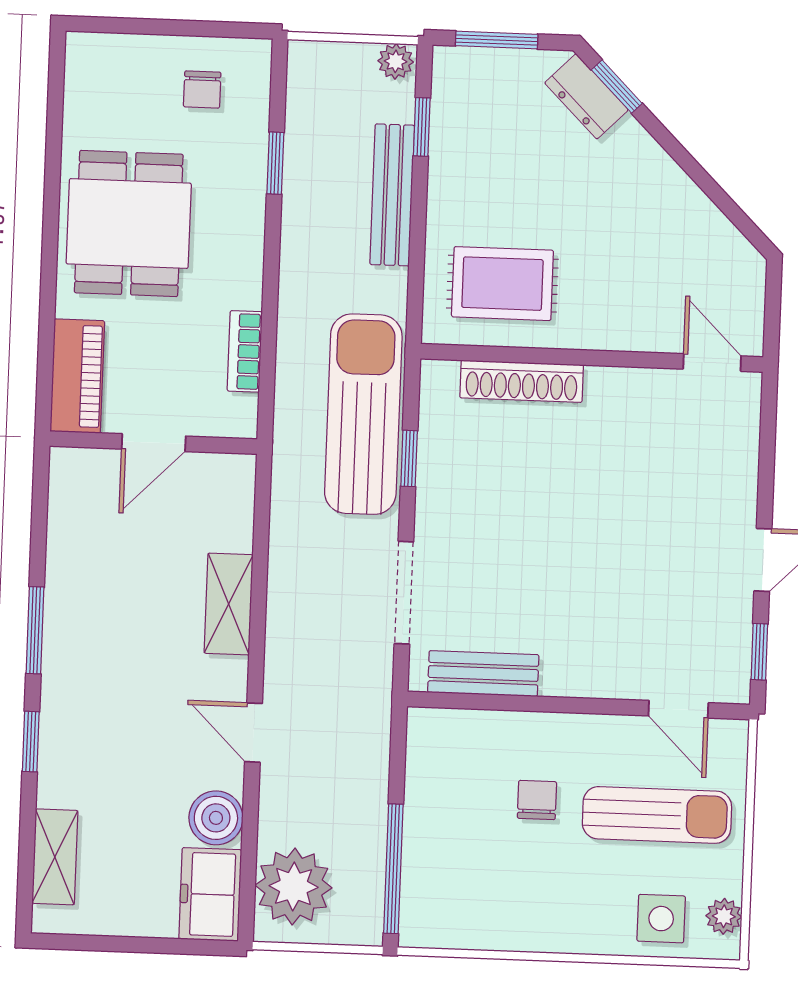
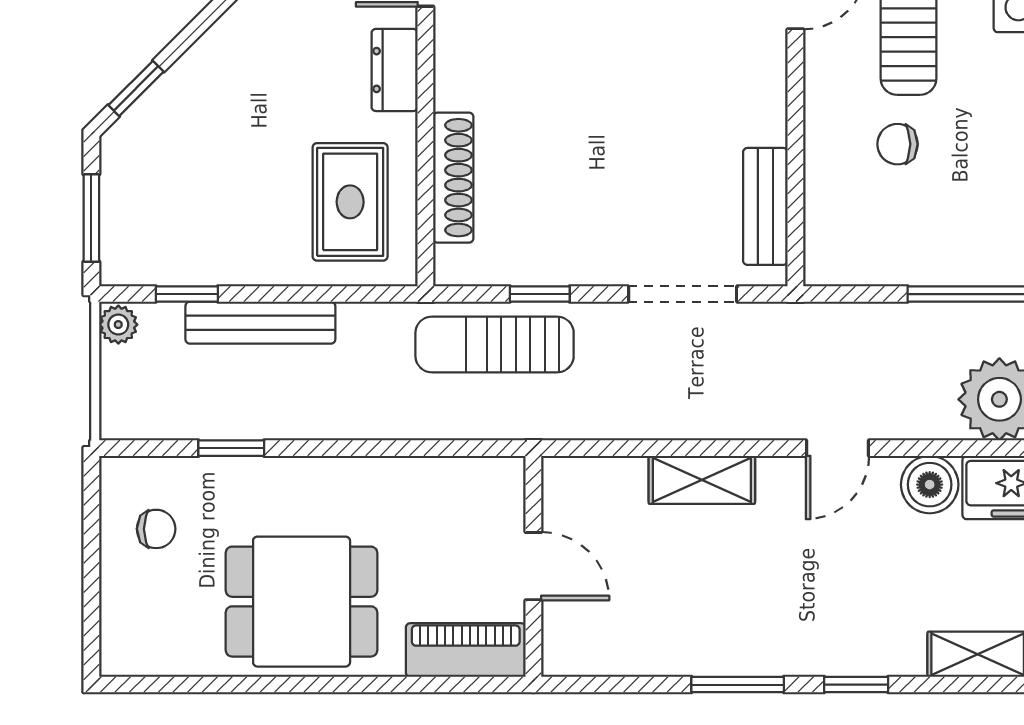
dresser: (586, 96) -> (395, 70), moved, turned 135
bookcase: (245, 351) -> (433, 473), removed
sun lounger: (363, 414) -> (495, 344), width x0.73, depth x0.75

